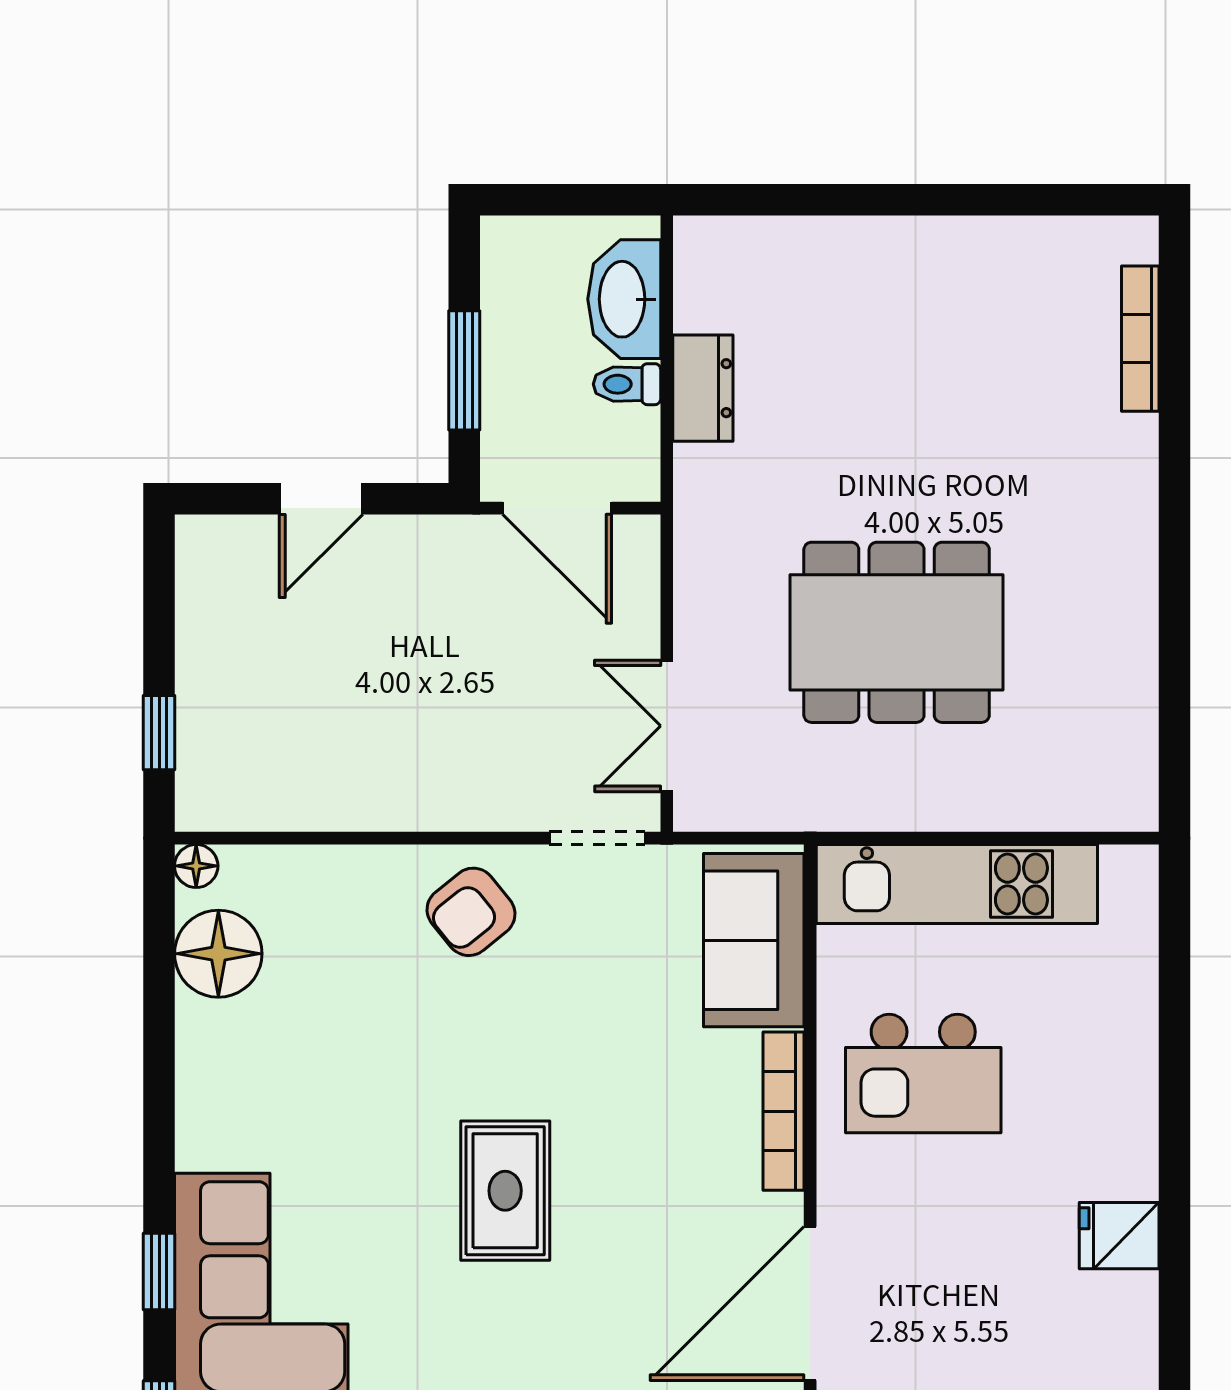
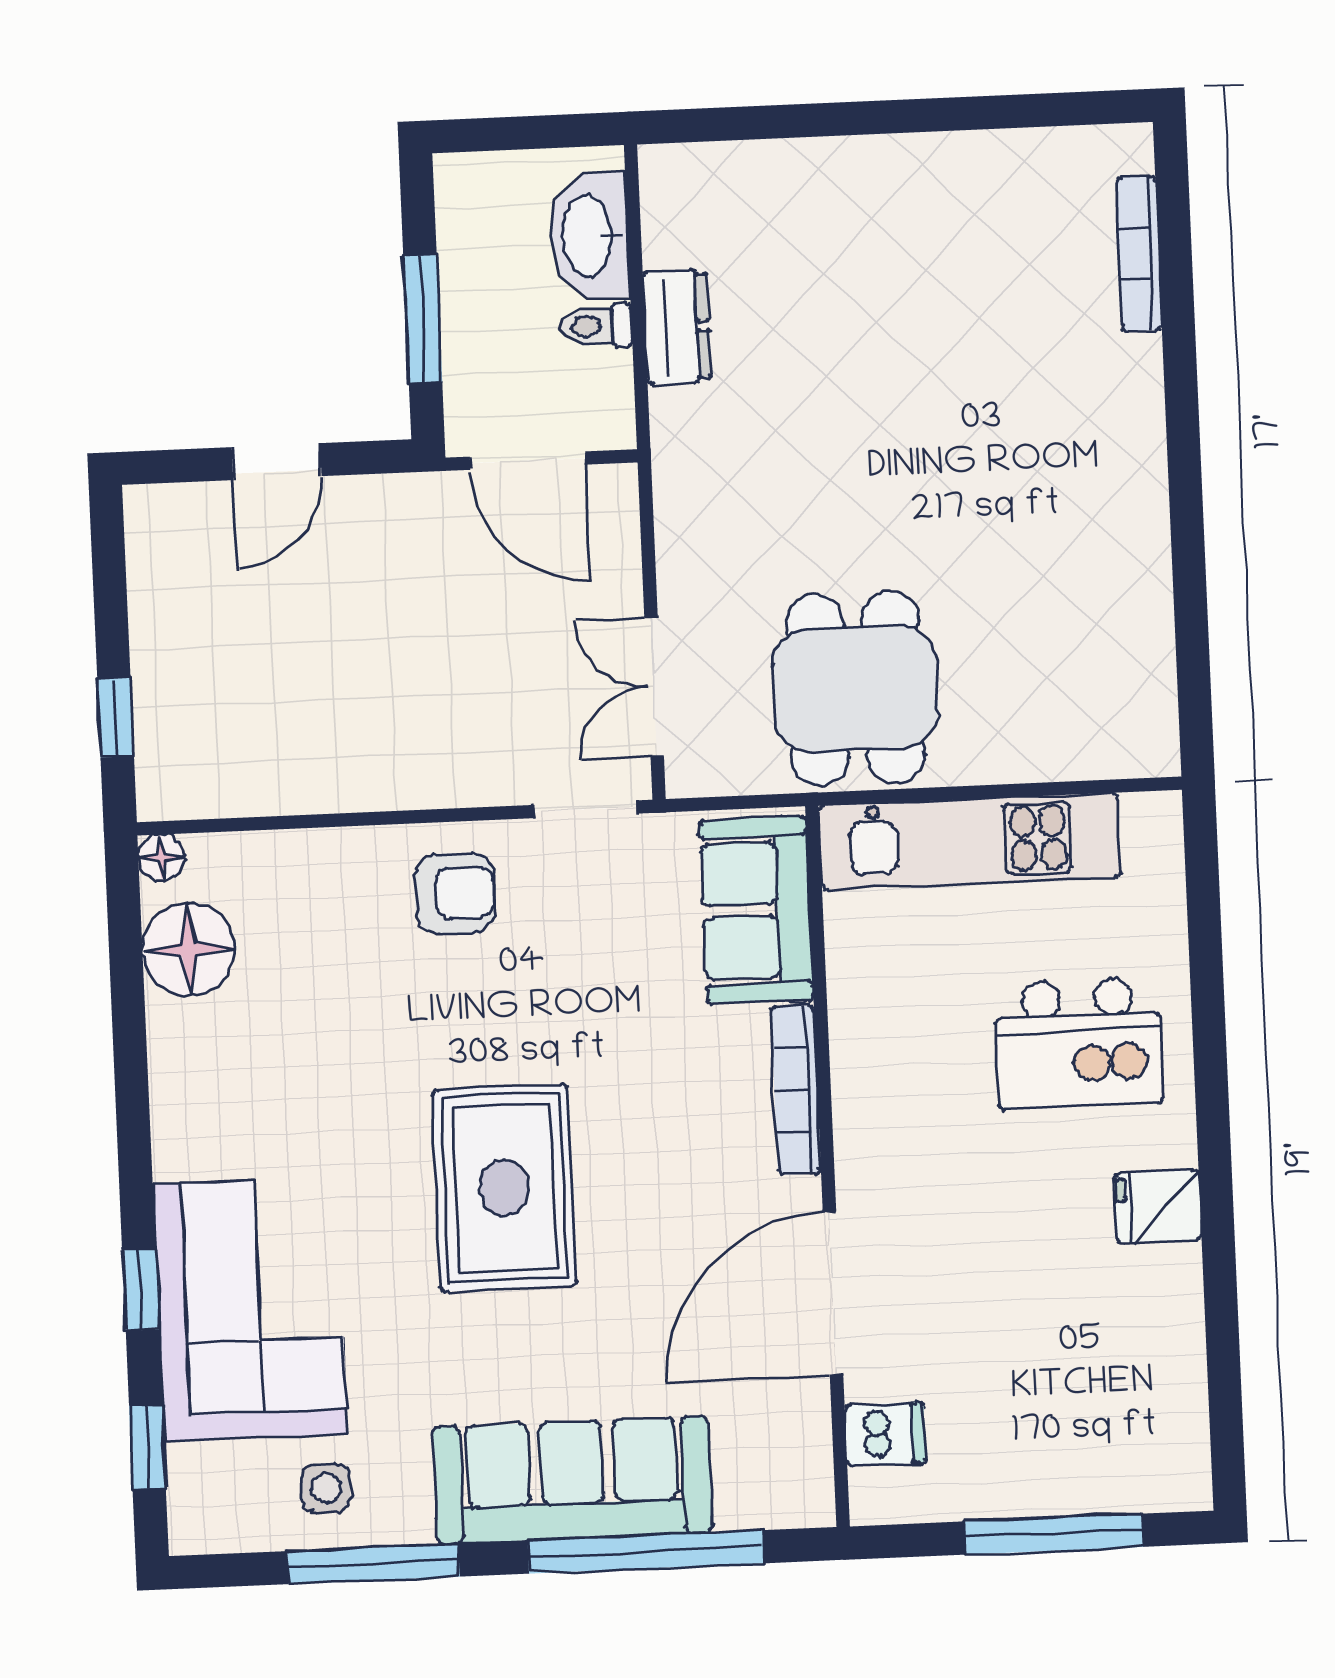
dining table: (897, 632) -> (855, 689), moved, width x0.73
armchair: (471, 912) -> (455, 893), turned -141
kitchen island: (923, 1074) -> (1079, 1043), moved
rug: (505, 1191) -> (504, 1188), width x1.36, depth x1.43

